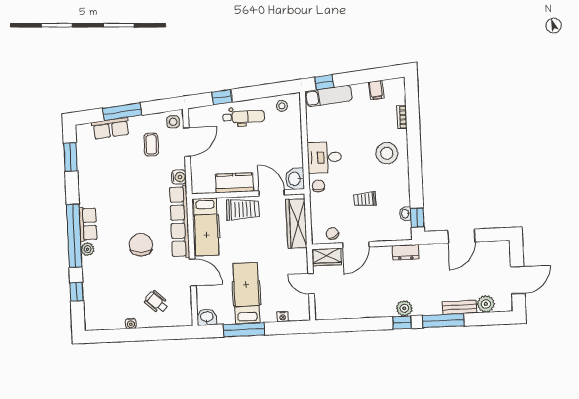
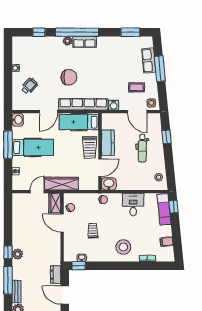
dental chair: (244, 117) -> (142, 148), moved
desk: (324, 157) -> (133, 205), moved
wardrobe: (296, 224) -> (62, 184), moved
dresser: (406, 252) -> (56, 275), moved

